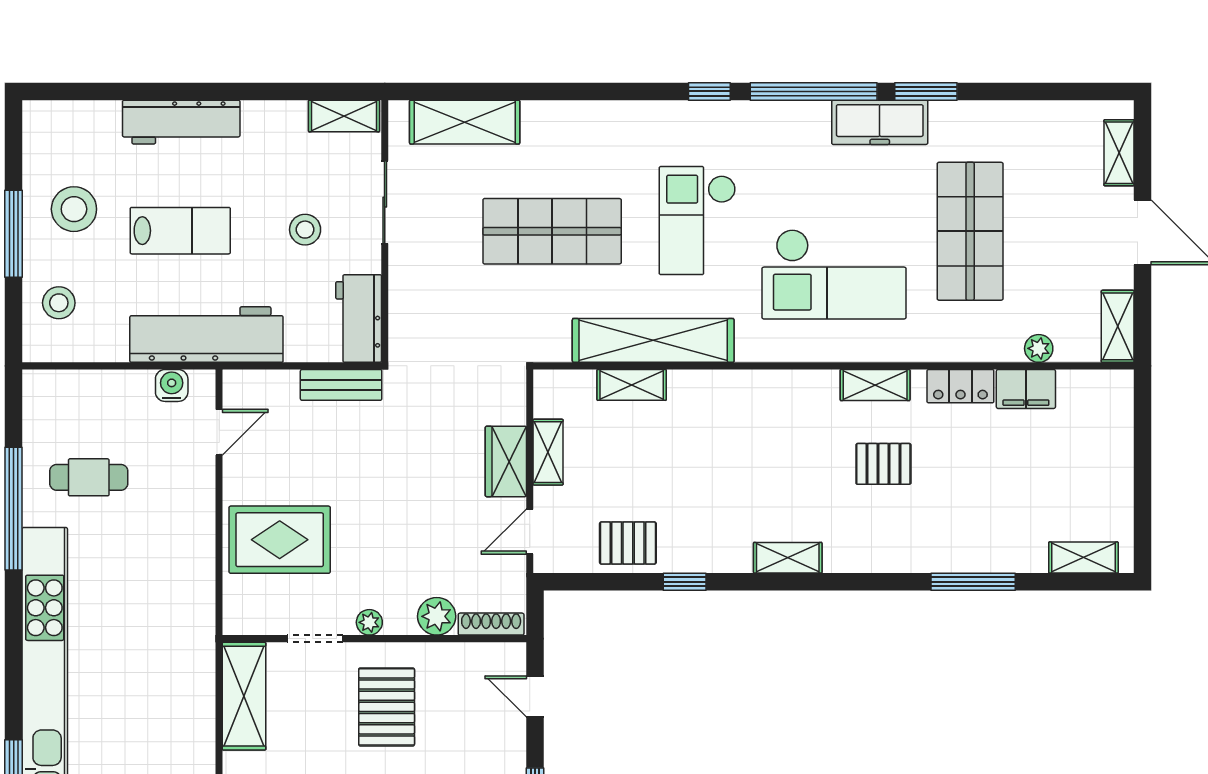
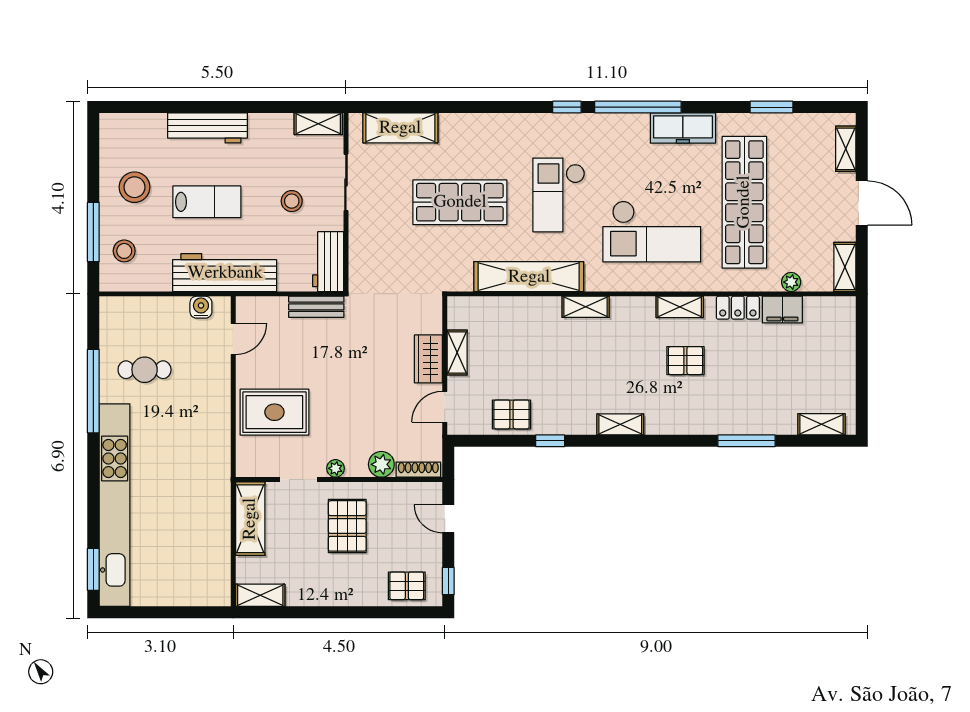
window: (926, 91) -> (772, 107), moved
shop shelf: (970, 231) -> (744, 202), width x1.40
window: (14, 234) -> (93, 232), moved
shelving: (632, 385) -> (586, 307), moved

